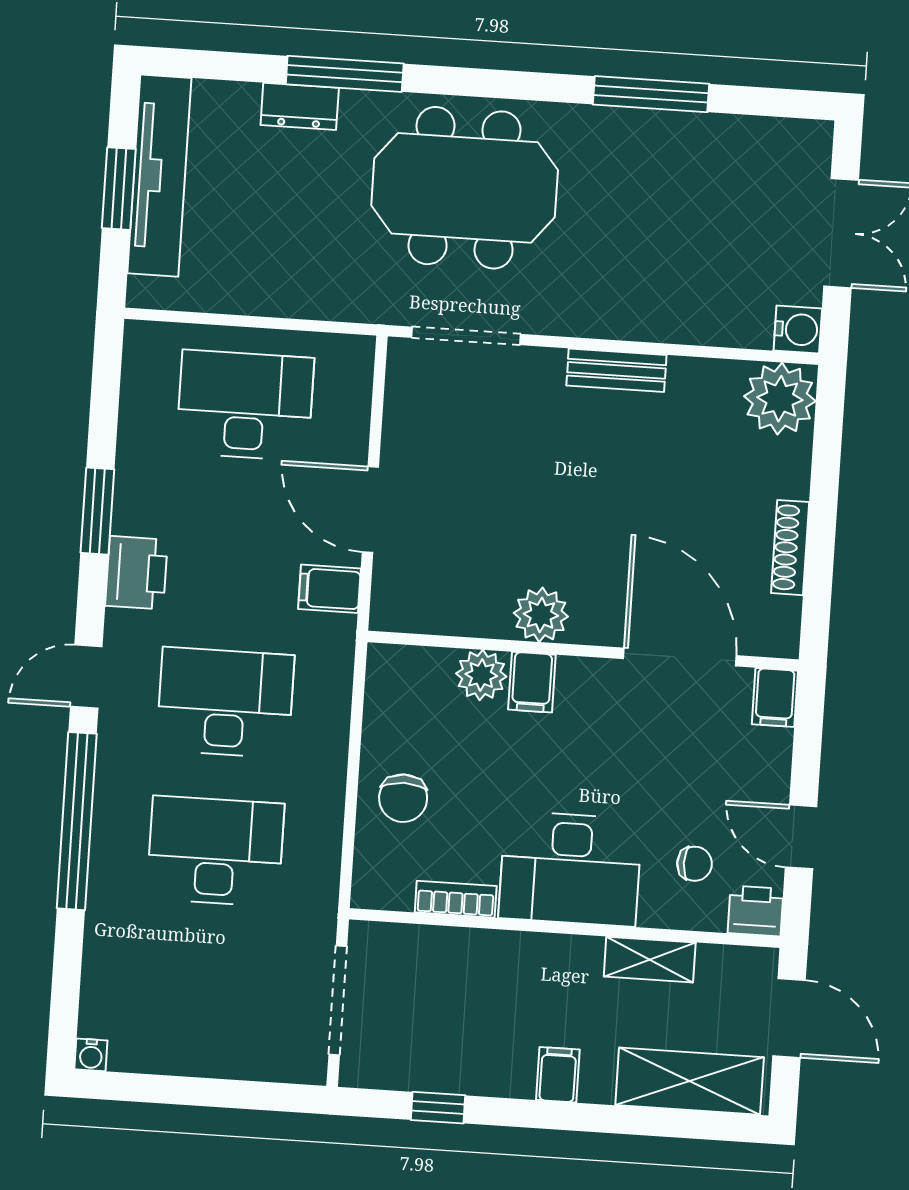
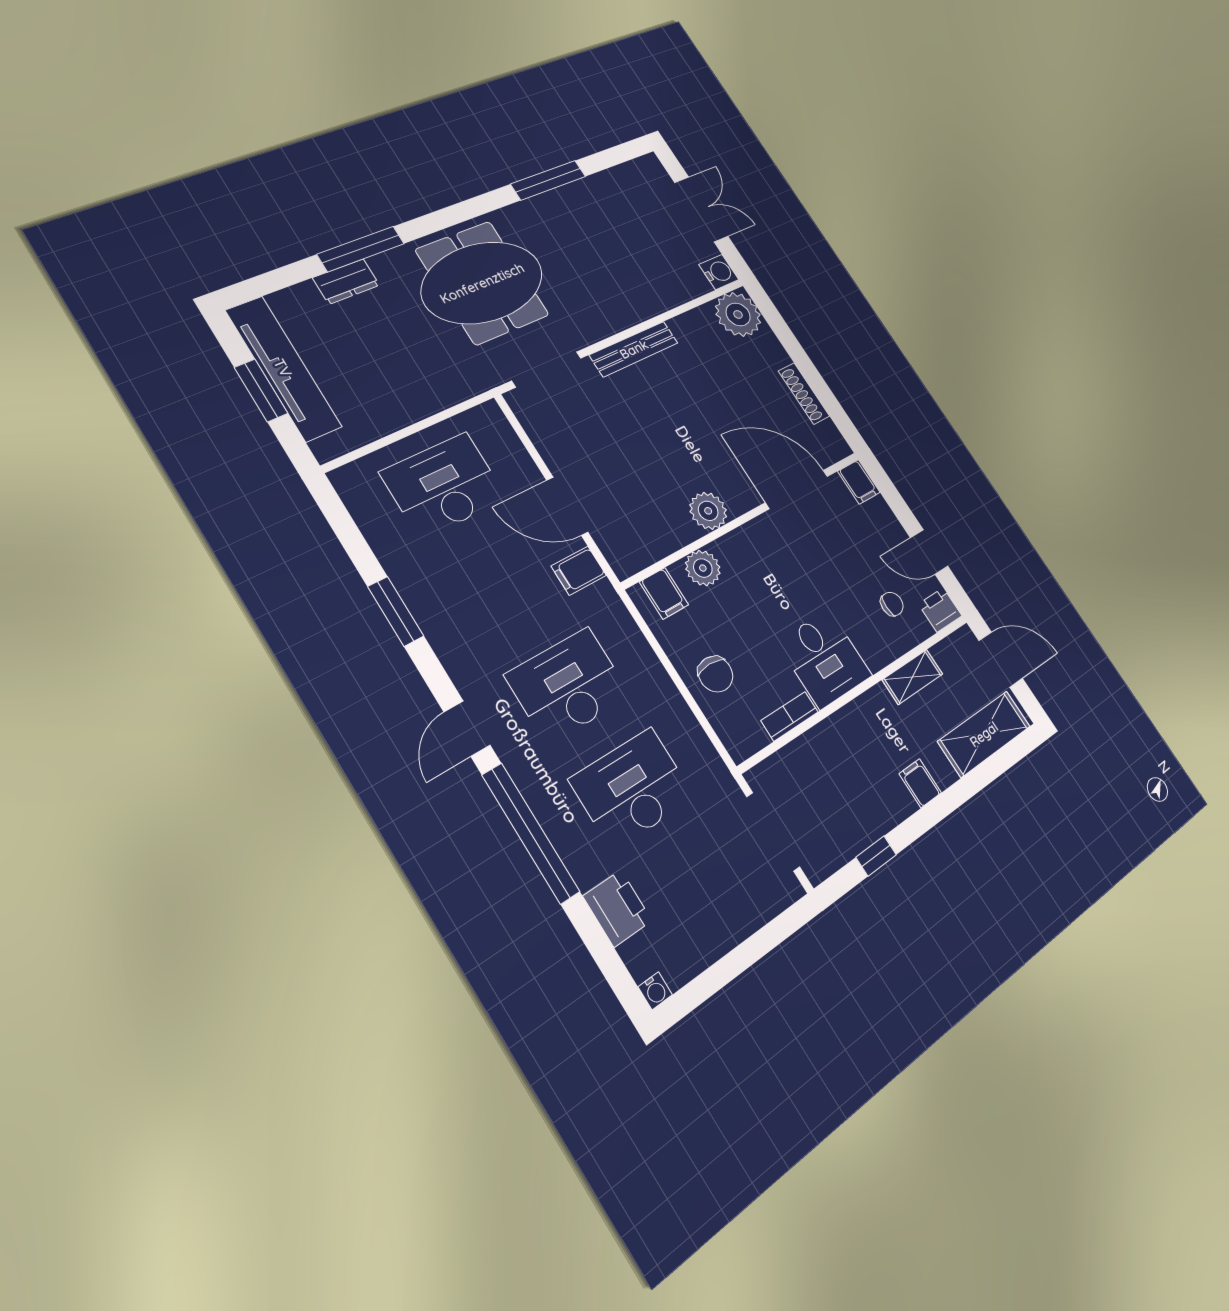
bench: (616, 370) -> (634, 349), width x1.36
printer: (136, 573) -> (617, 908), moved
filing cabinet: (532, 682) -> (664, 593), moved
desk: (570, 869) -> (825, 659), width x0.73

